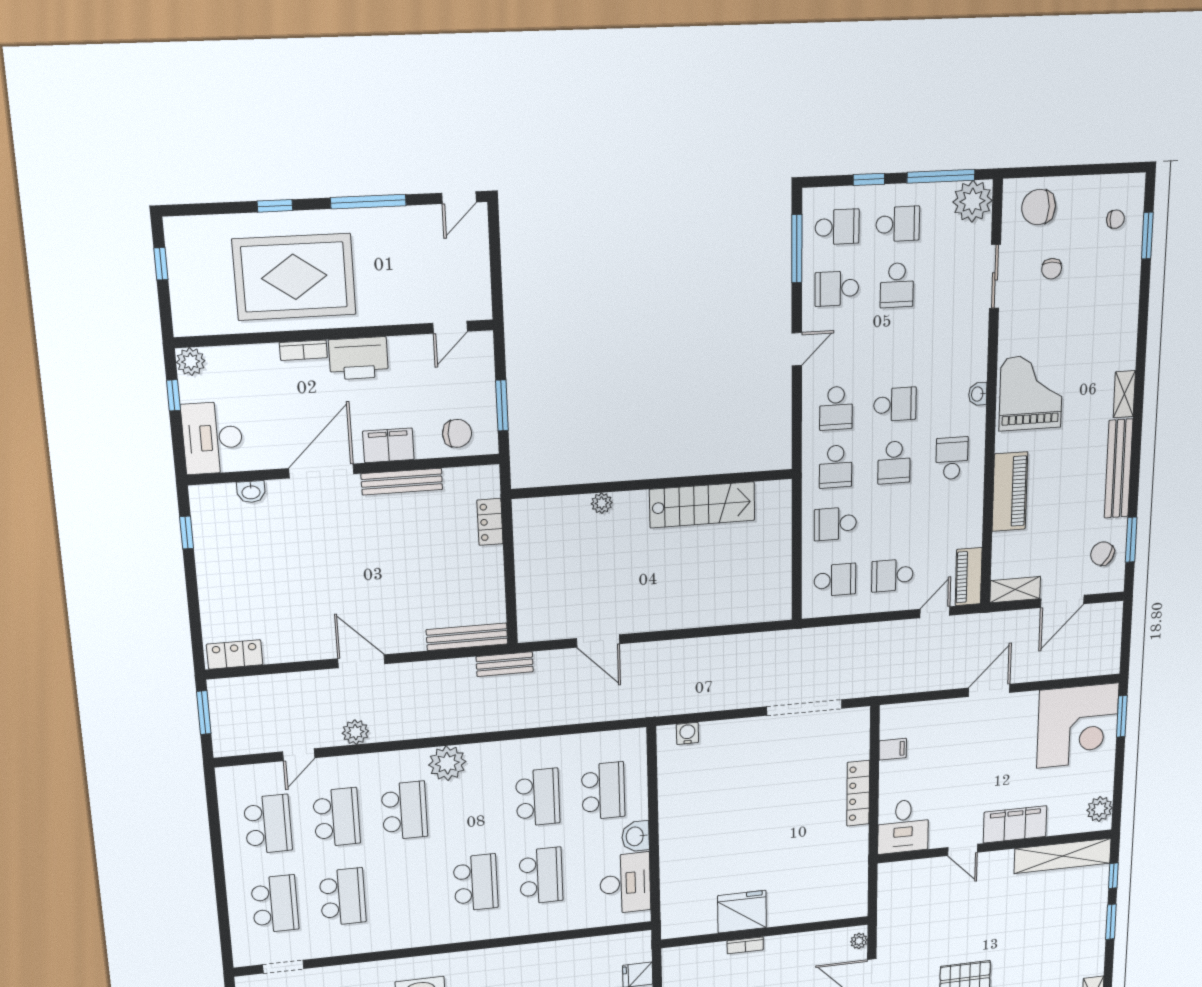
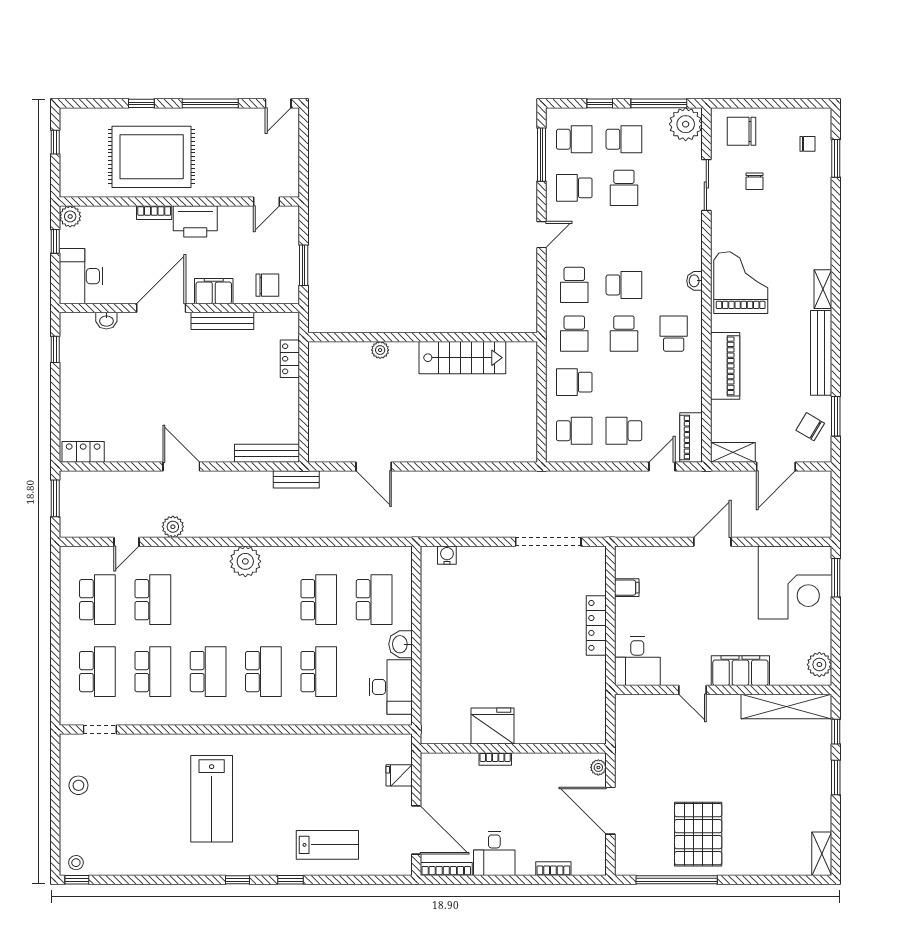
school desk: (404, 811) -> (208, 672), moved

